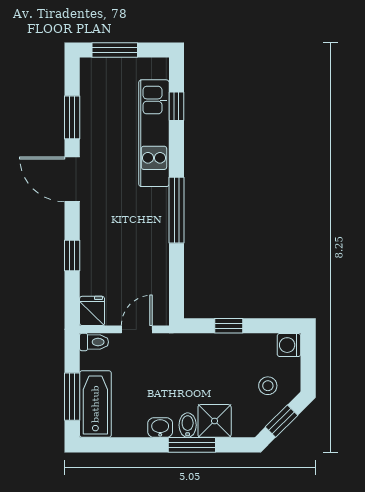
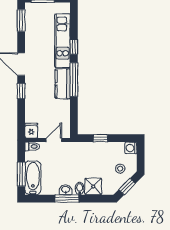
window: (176, 106) -> (74, 47), moved
window: (72, 117) -> (21, 21), moved
kitchen counter: (154, 218) -> (63, 84), added
window: (72, 255) -> (21, 91), moved
window: (192, 445) -> (67, 199), moved

